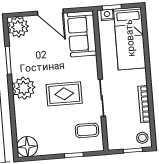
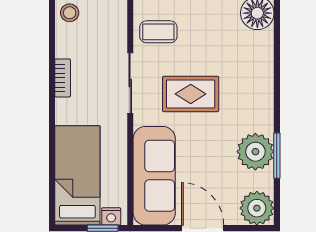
sofa: (82, 34) -> (154, 176), width x1.36
plant: (24, 88) -> (255, 152), moved
bookcase: (144, 104) -> (63, 78), width x0.64

